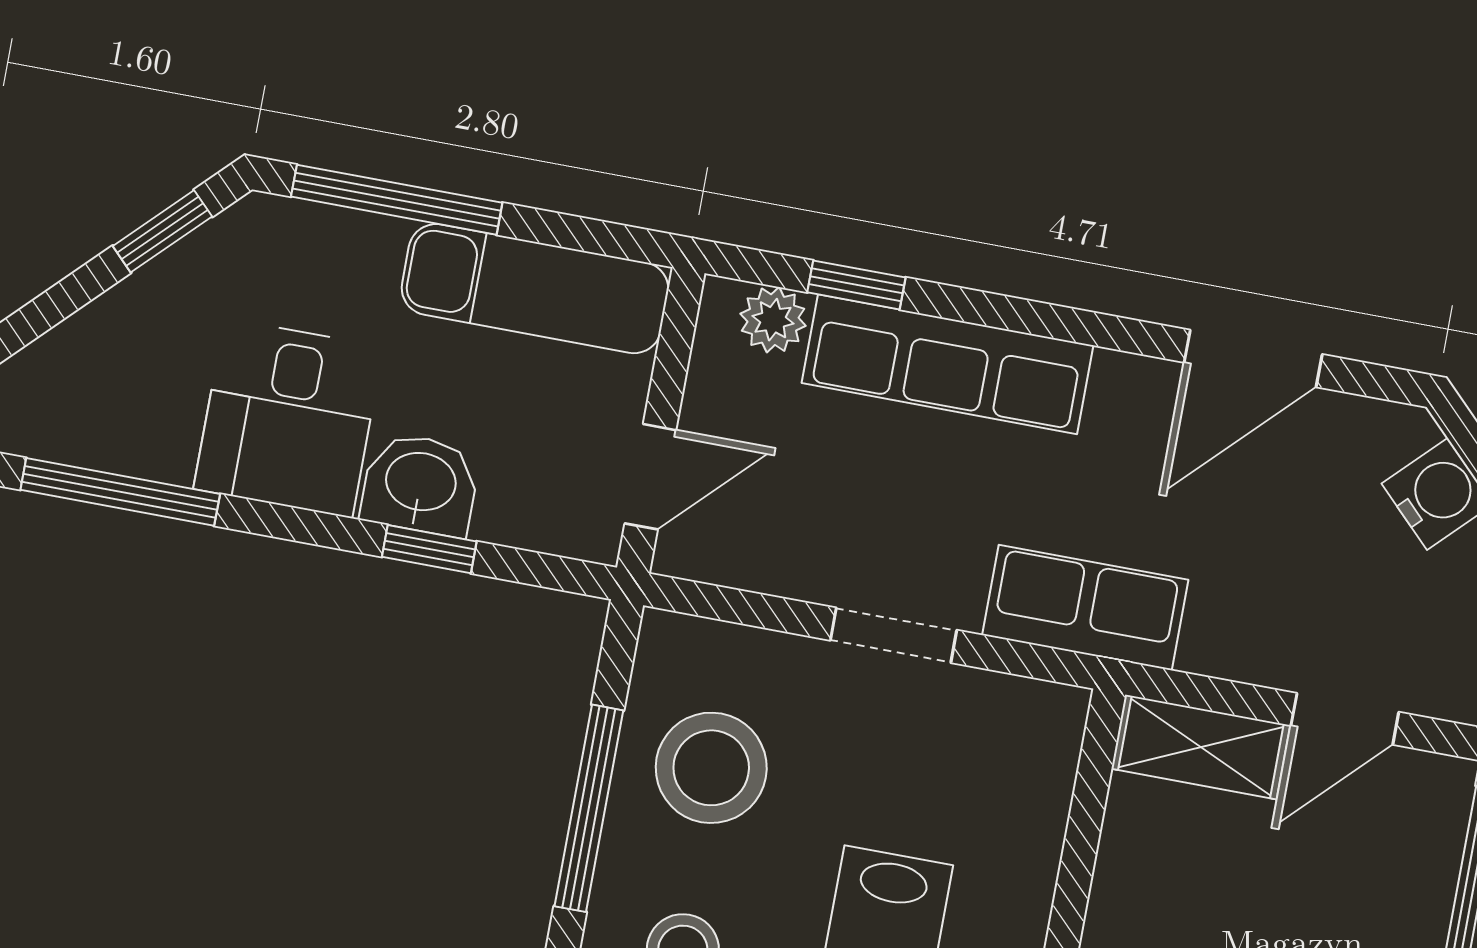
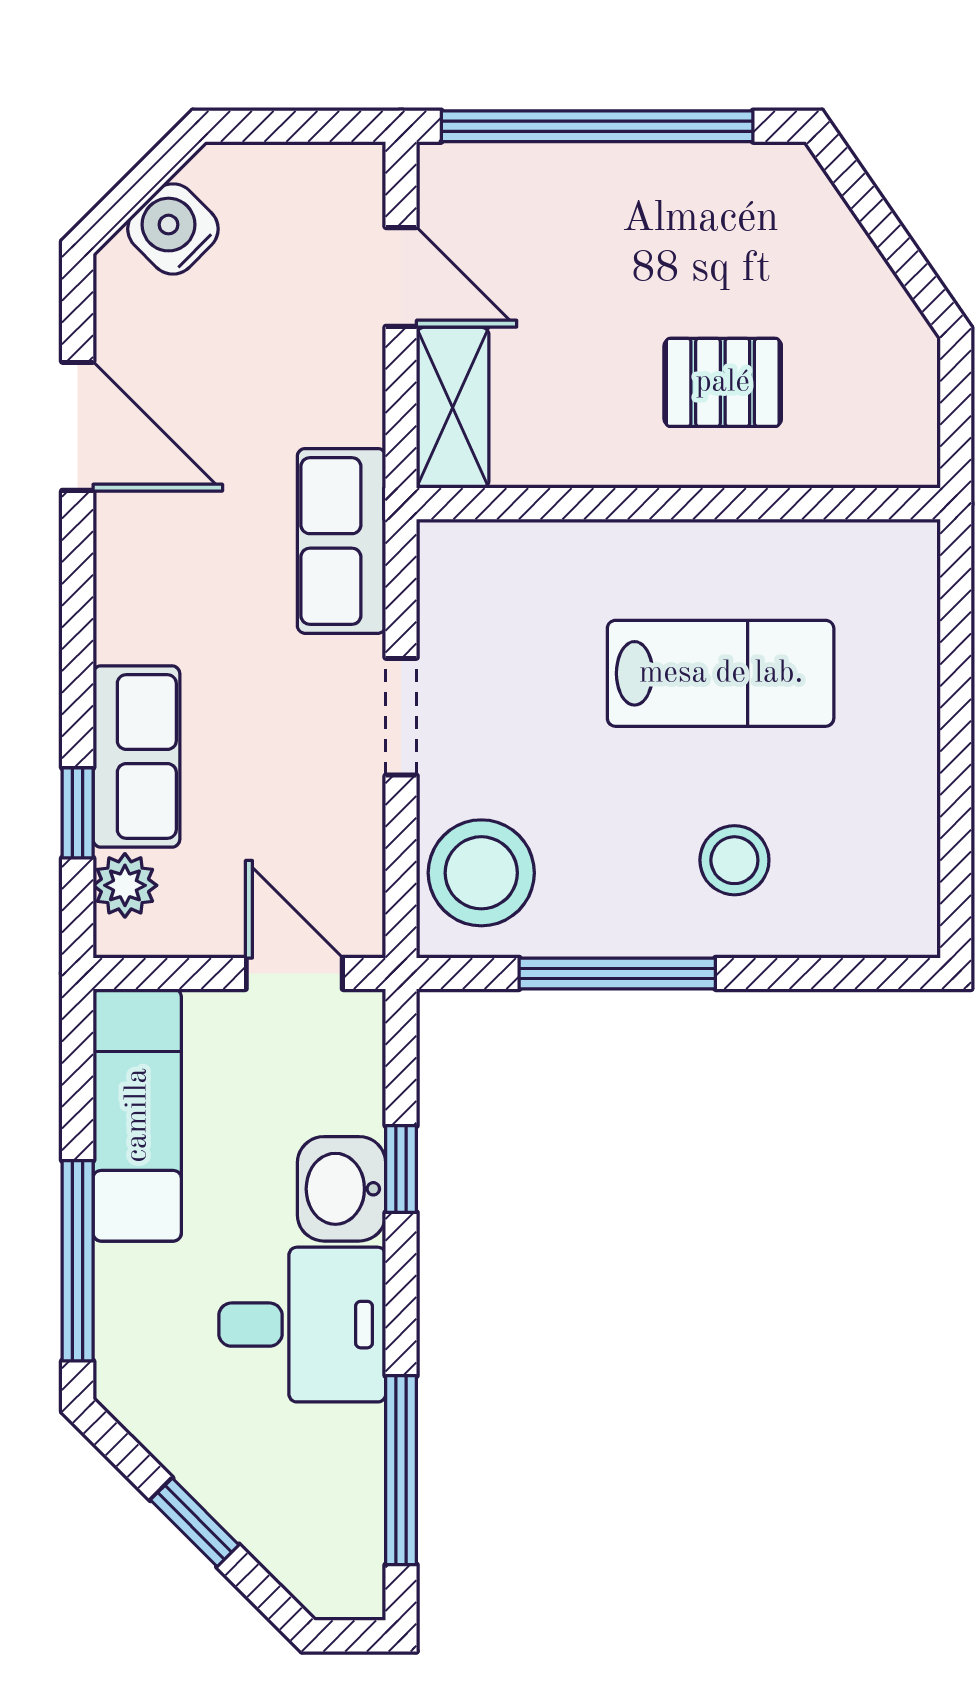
window: (162, 231) -> (195, 1522), moved
row of seats: (948, 364) -> (136, 757), width x0.68
stool: (711, 768) -> (481, 873), moved

